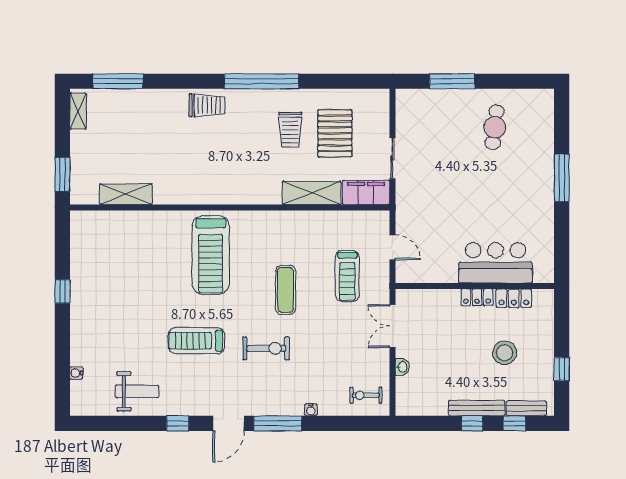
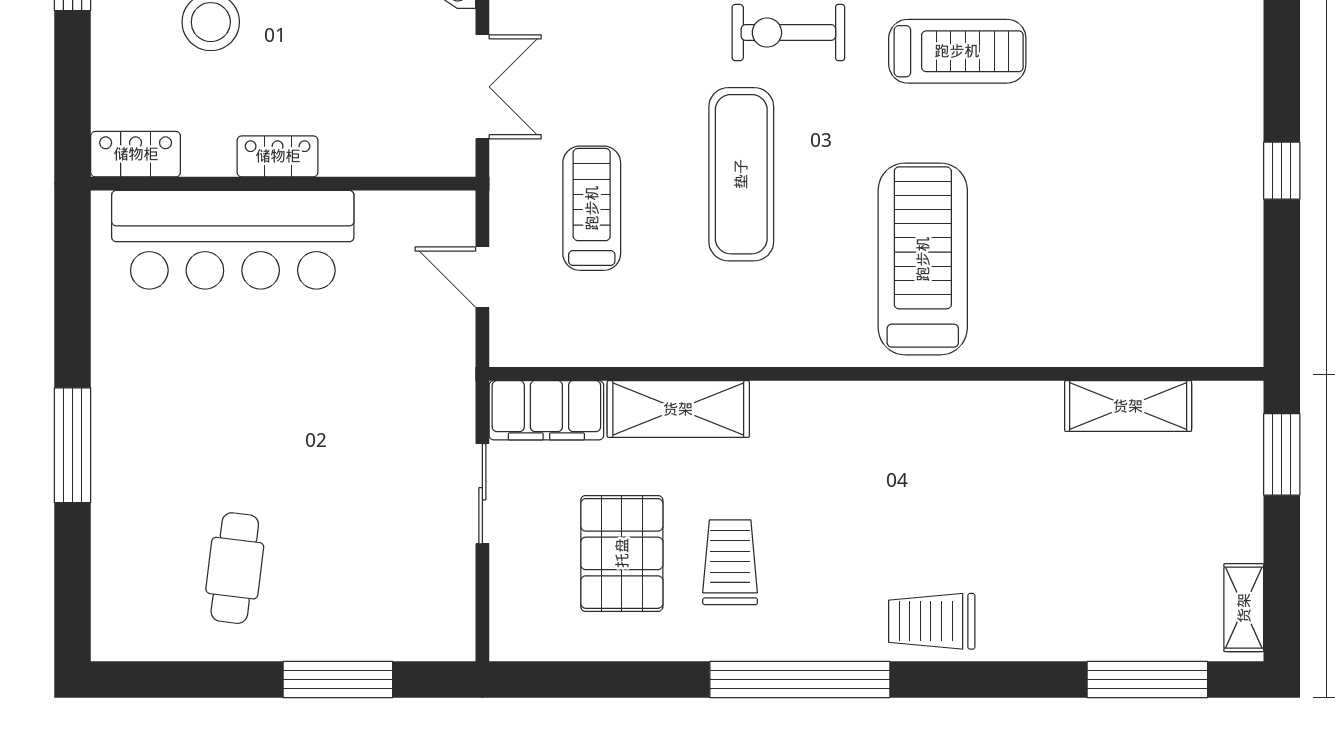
bar counter: (496, 263) -> (233, 240), width x1.36
exercise mat: (286, 290) -> (741, 174), width x1.36, depth x1.45
locker: (514, 298) -> (136, 154), moved

